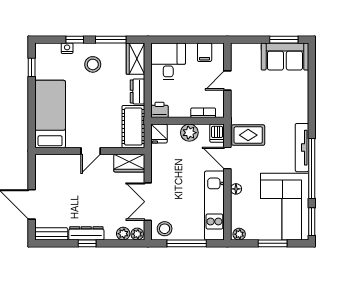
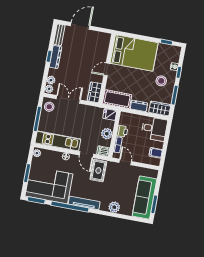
sofa: (285, 56) -> (145, 198), width x1.36
door: (227, 80) -> (125, 162), moved
plant: (300, 100) -> (114, 207), added
printer: (160, 110) -> (122, 131), moved
bed: (50, 114) -> (134, 53), width x1.50
door: (91, 151) -> (107, 69), hinge flipped
door: (227, 158) -> (86, 155), swing flipped

